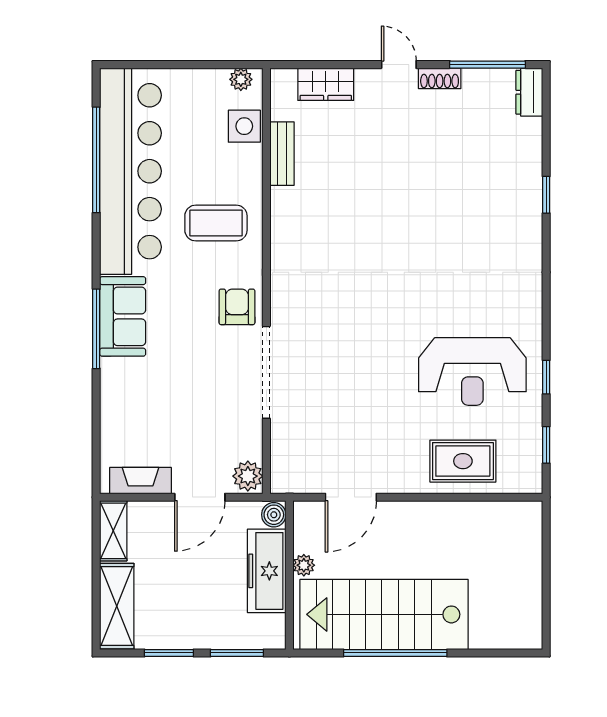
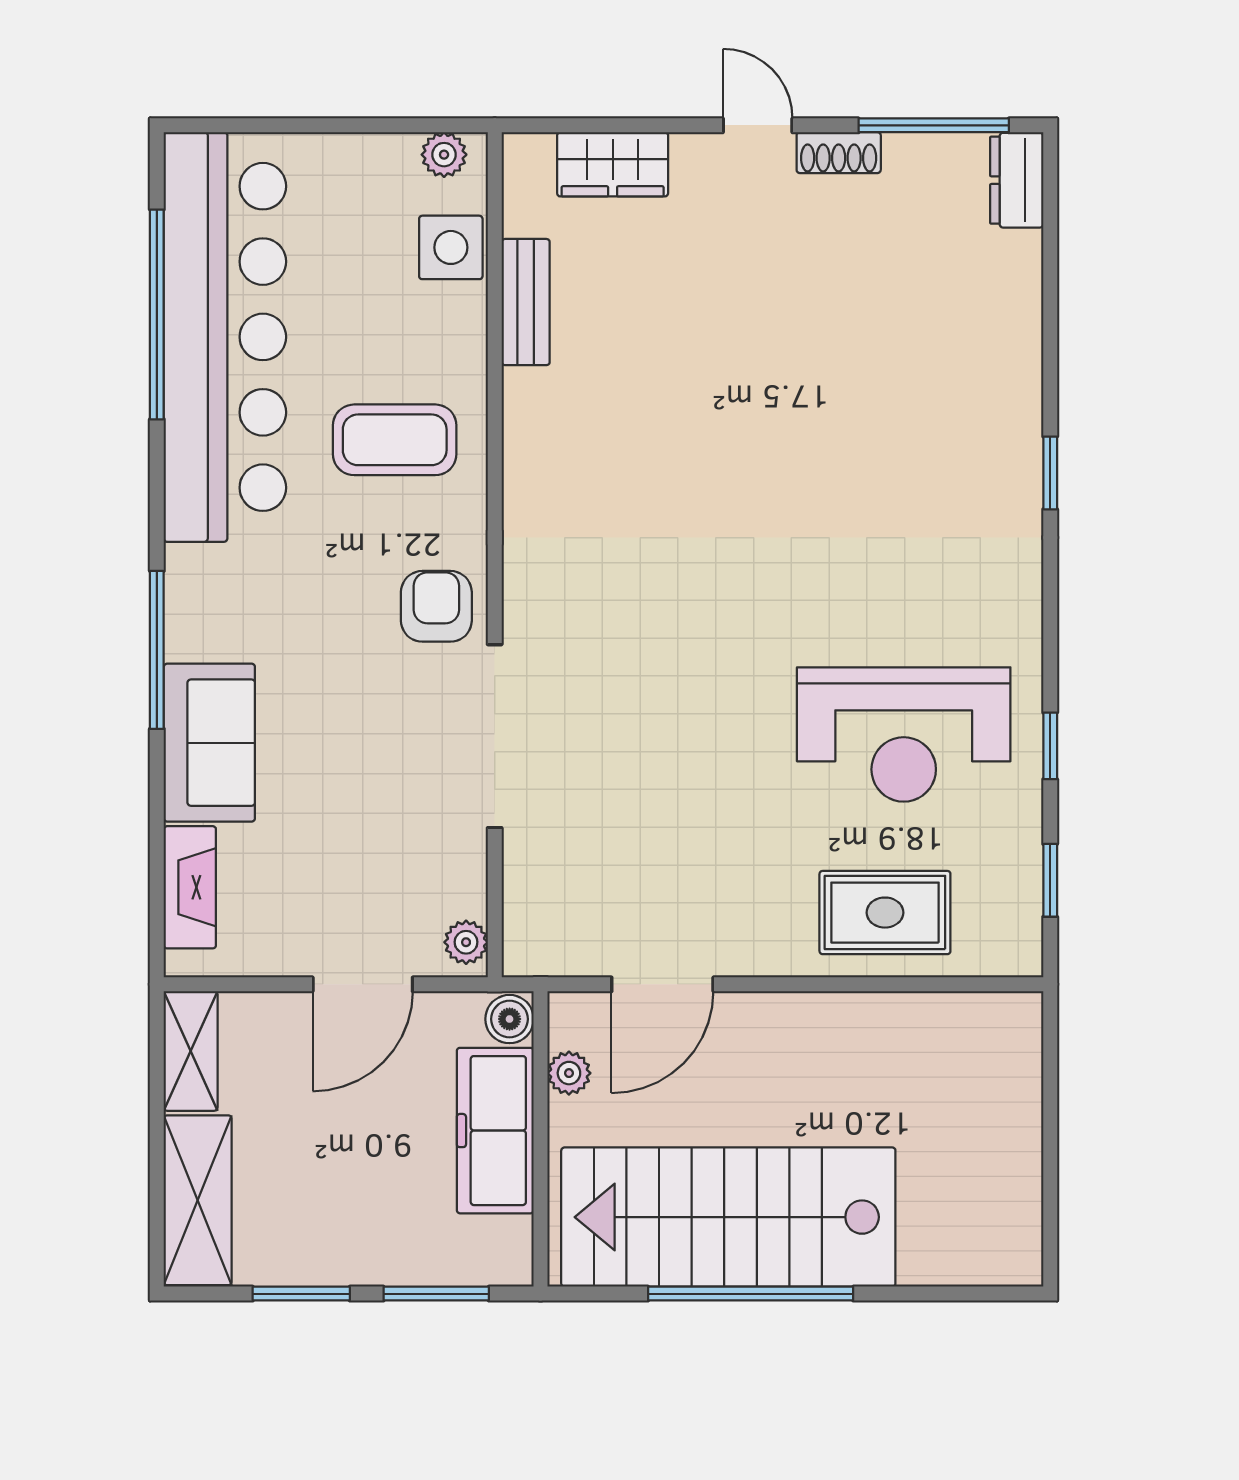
window: (546, 195) -> (1050, 473), moved
sofa: (123, 316) -> (209, 743), moved
plant: (248, 476) -> (466, 942), width x0.73, depth x0.73
fireplace: (141, 481) -> (190, 887), moved, turned 90
plant: (304, 565) -> (569, 1073), moved

